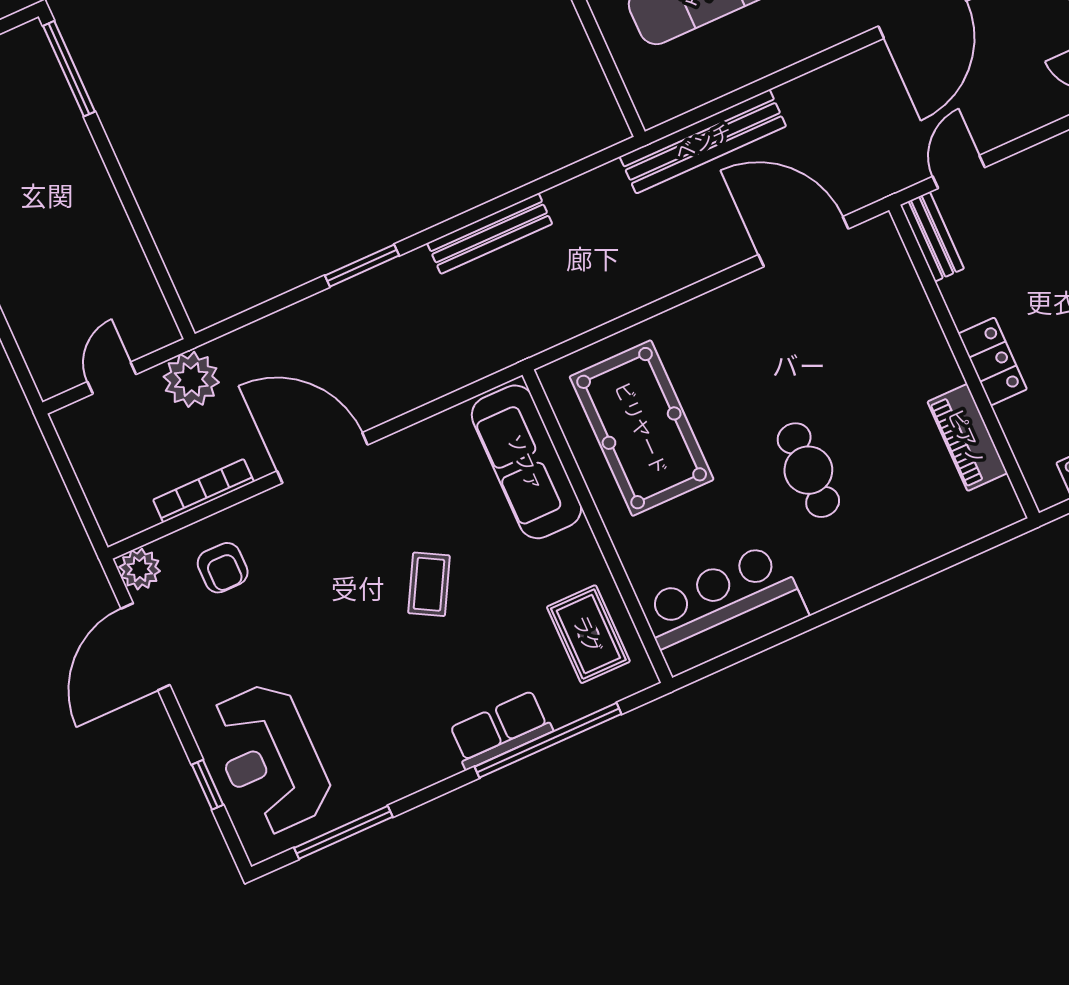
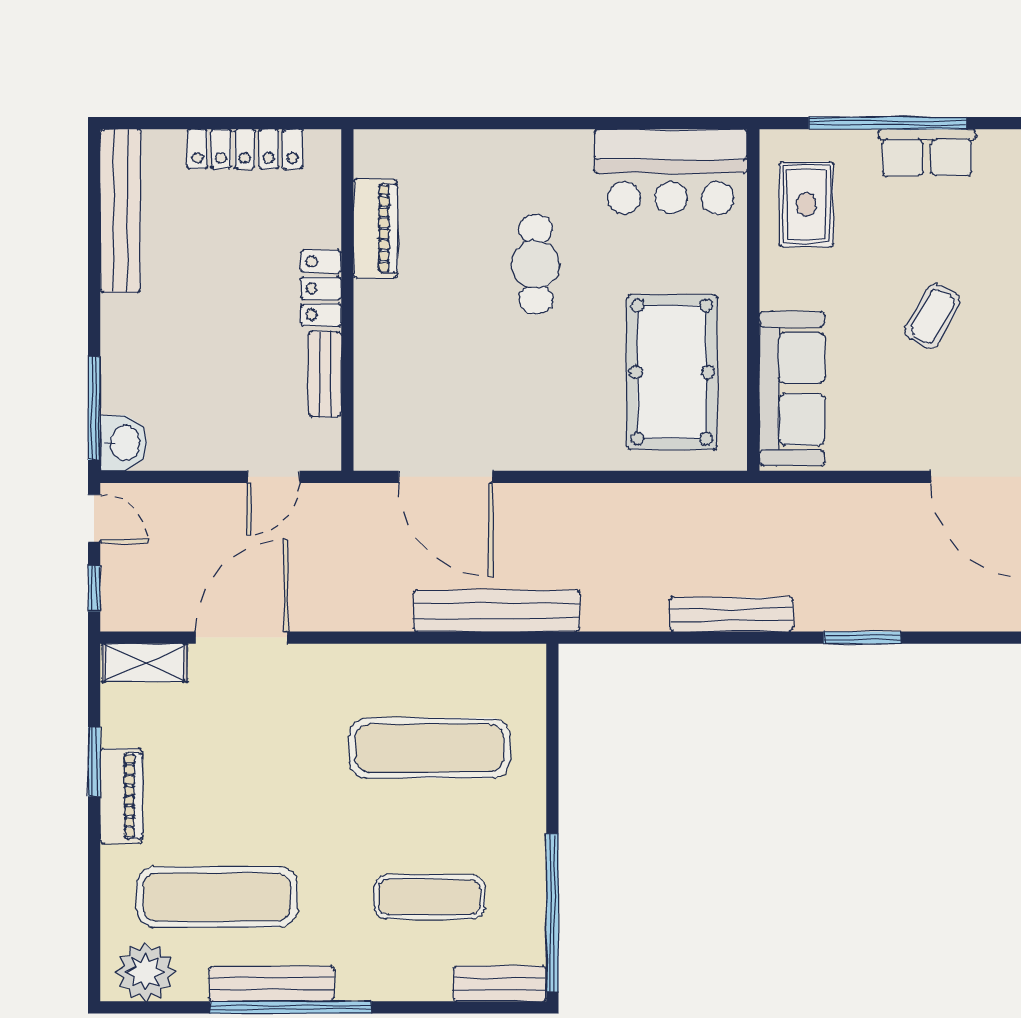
bench: (932, 237) -> (325, 374), moved

